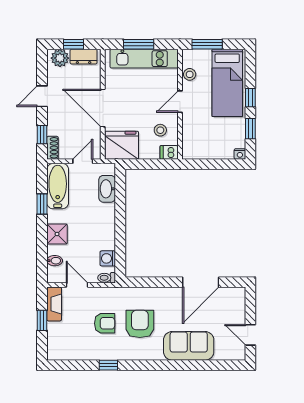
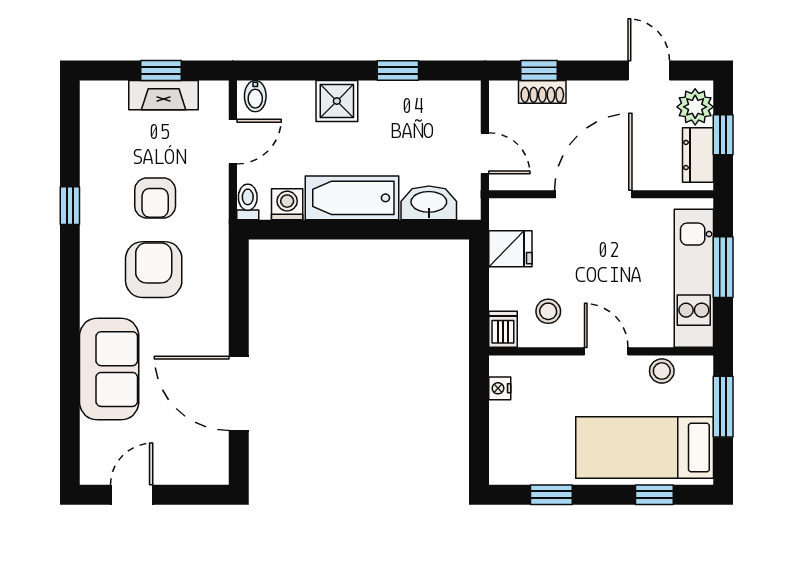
door: (42, 96) -> (649, 71), moved
window: (250, 98) -> (654, 495), moved
fridge: (122, 145) -> (510, 249), width x0.53, depth x0.75
shoe rack: (53, 148) -> (542, 92), moved
nightstand: (240, 154) -> (500, 388), moved
bathtub: (58, 186) -> (352, 198), moved, turned 180
bidet: (55, 261) -> (255, 96), moved
fireplace: (54, 304) -> (164, 95), moved
armchair: (140, 324) -> (154, 270), turned -90

